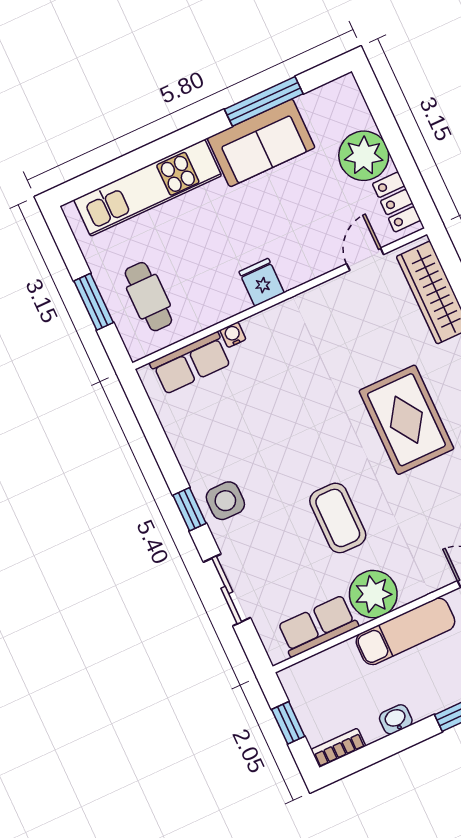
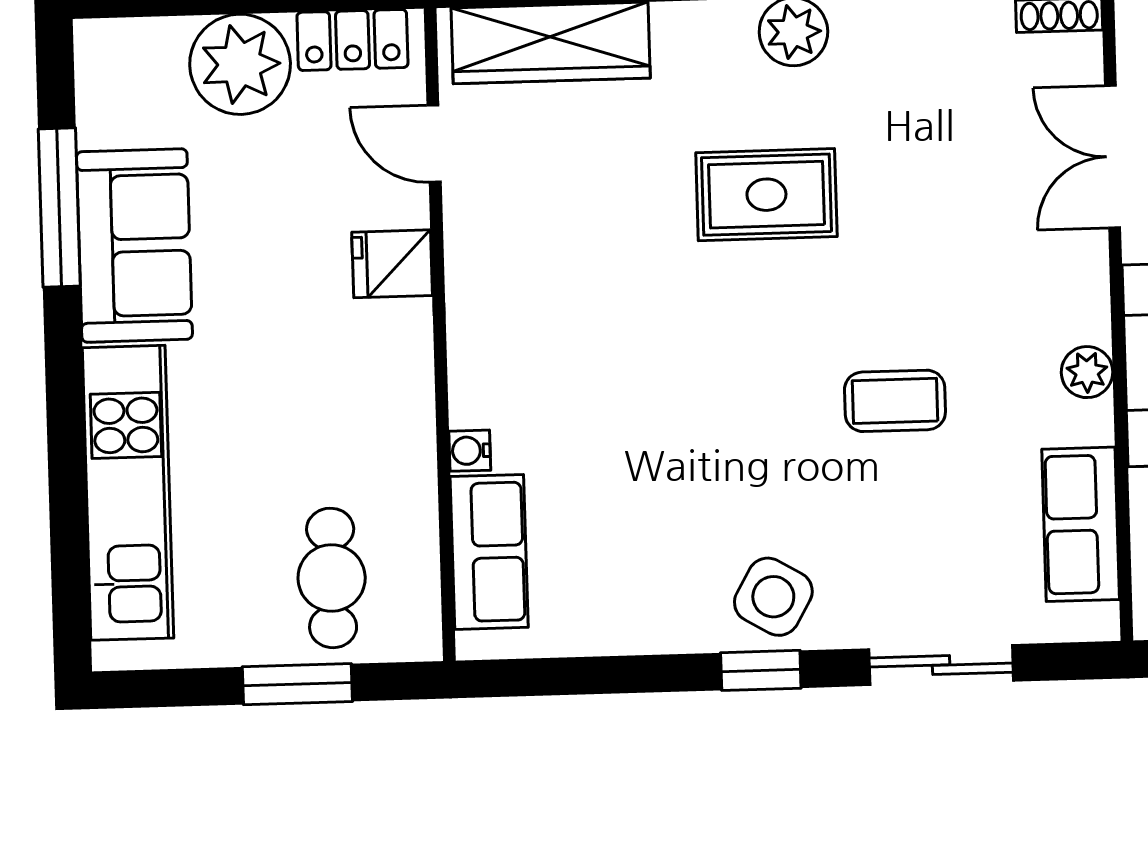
fridge: (262, 282) -> (392, 264), moved
cafe table: (148, 297) -> (332, 578), turned 90
rug: (406, 420) -> (766, 195), width x0.73, depth x0.70
side table: (225, 501) -> (773, 597), turned 30
coffee table: (338, 518) -> (895, 401), width x0.73, depth x0.77
plant: (373, 594) -> (1087, 372), width x0.53, depth x0.53

